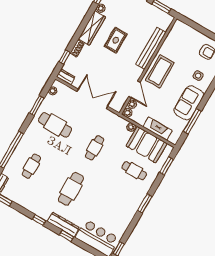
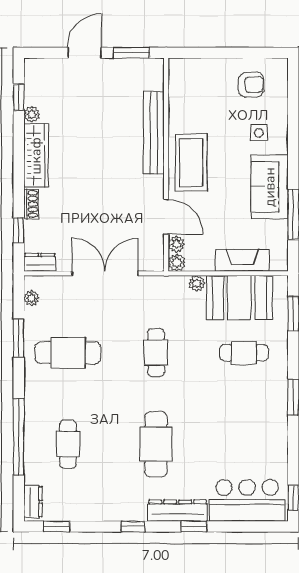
rug: (116, 40) -> (88, 153), removed

